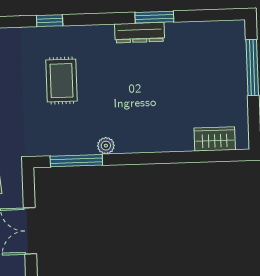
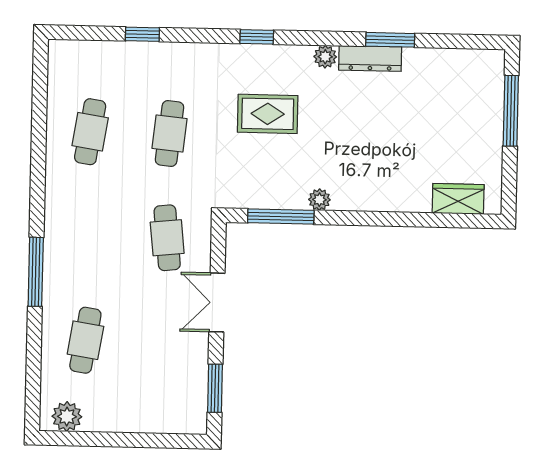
plant: (104, 33) -> (325, 57), added
rug: (62, 81) -> (268, 114), turned 90

